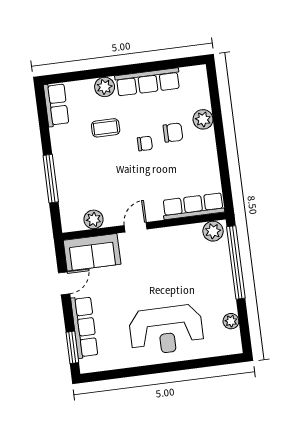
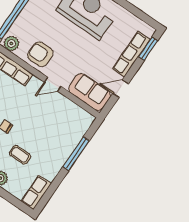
plant: (94, 219) -> (72, 110), removed
armchair: (175, 246) -> (40, 54), added

